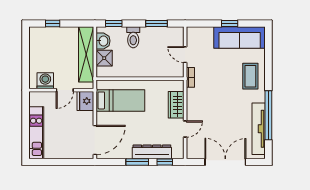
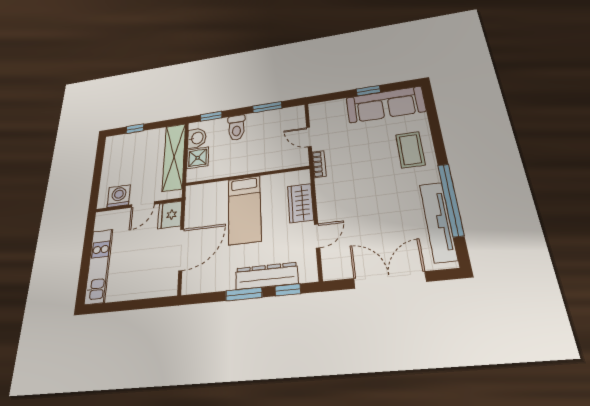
bed: (120, 100) -> (244, 210), moved, turned 90
door: (95, 140) -> (181, 250), moved

